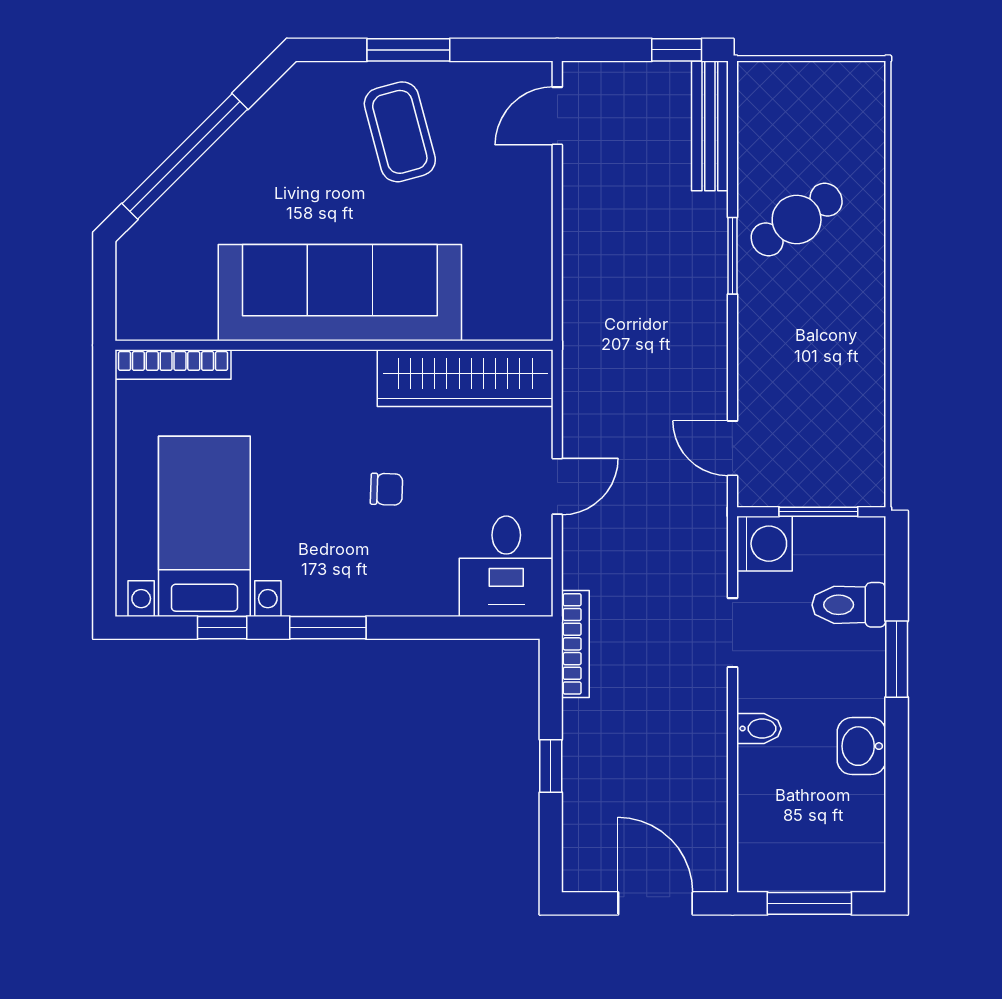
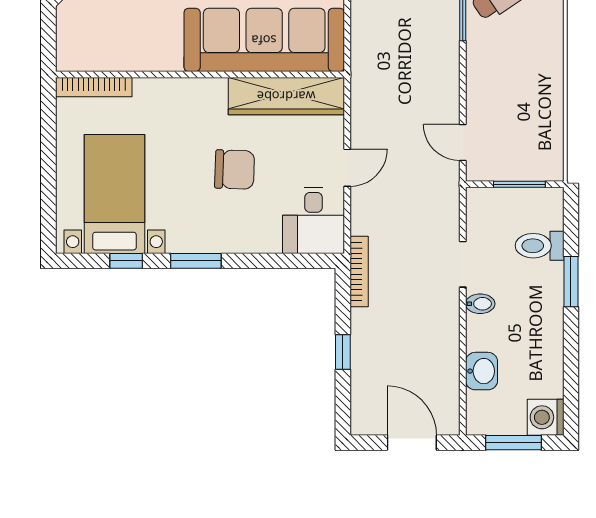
sofa: (340, 293) -> (264, 40), moved
chair: (386, 489) -> (235, 169), width x1.87, depth x1.87
washing machine: (764, 544) -> (546, 417), moved, turned 180
bidet: (759, 729) -> (480, 304), moved
washbasin: (861, 746) -> (482, 371), moved, turned 180

